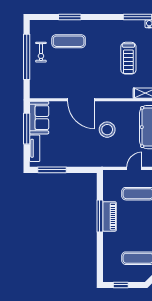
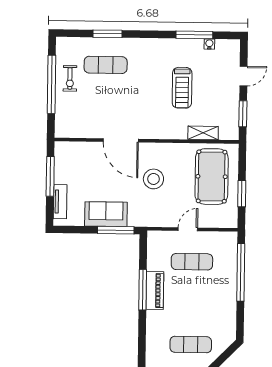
sofa: (39, 118) -> (106, 214), moved, turned -90
window: (52, 170) -> (116, 230), moved

